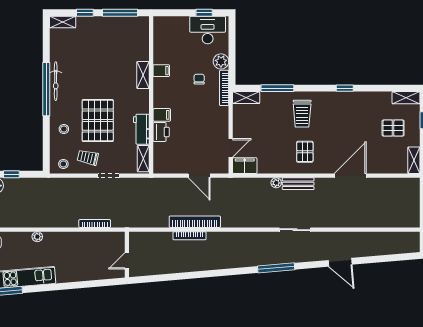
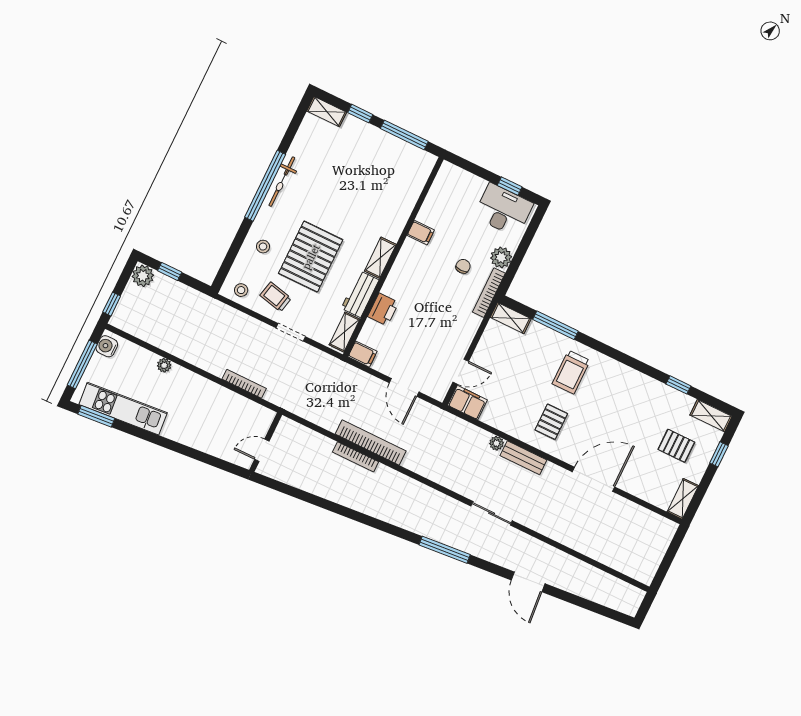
shelving: (143, 75) -> (380, 258), moved
window: (345, 88) -> (678, 385), moved
filing cabinet: (162, 115) -> (363, 354), moved

